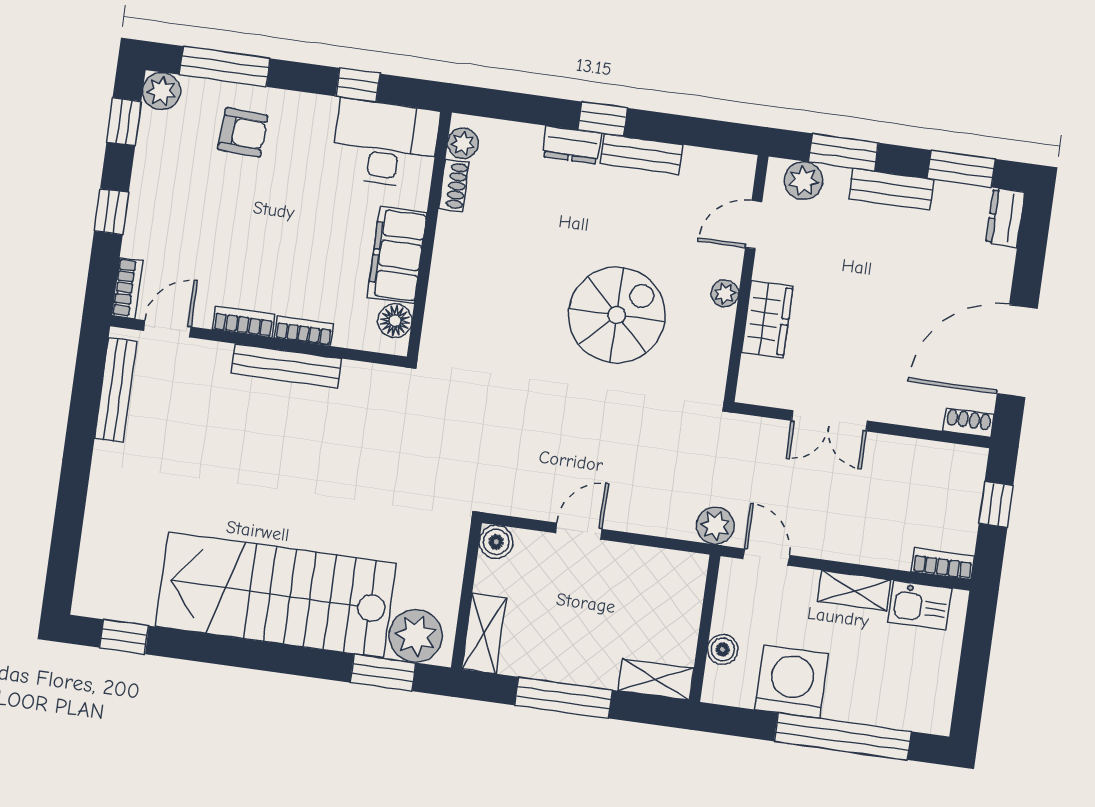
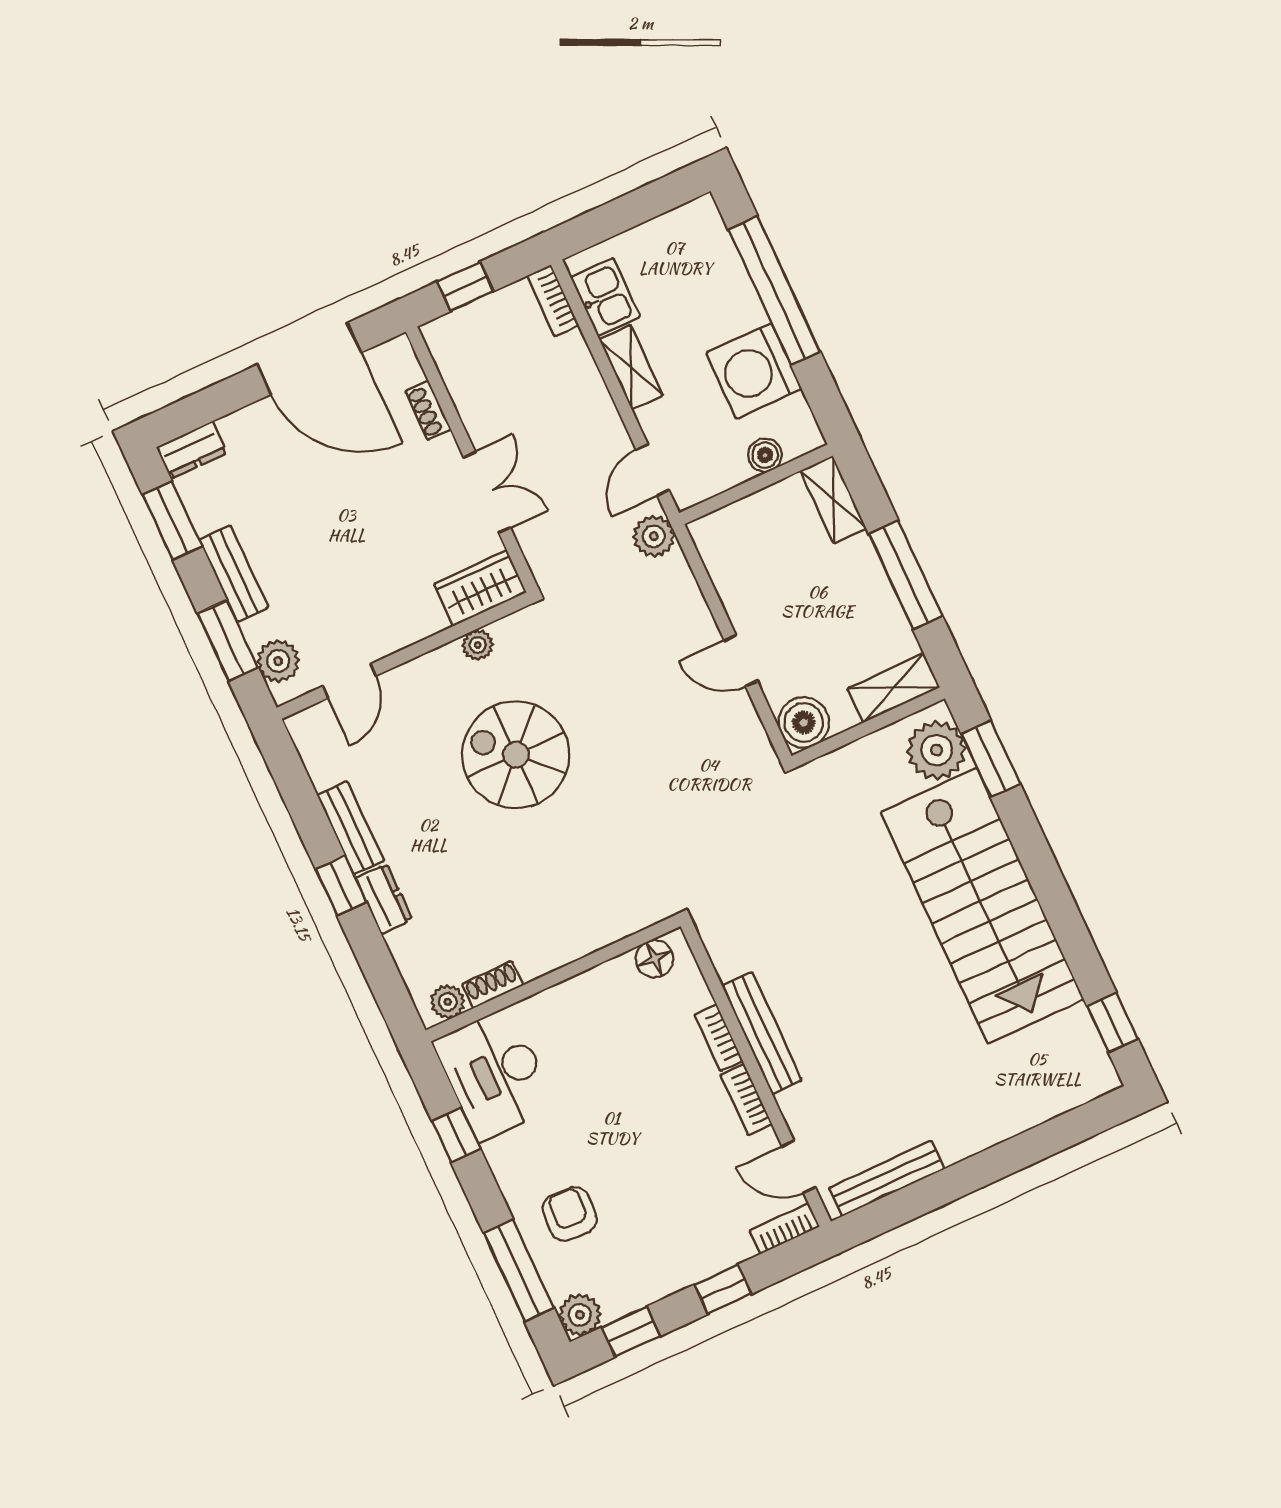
door: (754, 225) -> (349, 681), hinge flipped
filing cabinet: (397, 255) -> (592, 996), removed
plant: (725, 294) -> (478, 645), moved
wardrobe: (767, 319) -> (480, 588), moved
shoe rack: (968, 423) -> (428, 410), moved
boiler: (496, 542) -> (804, 722), width x1.36, depth x1.36

